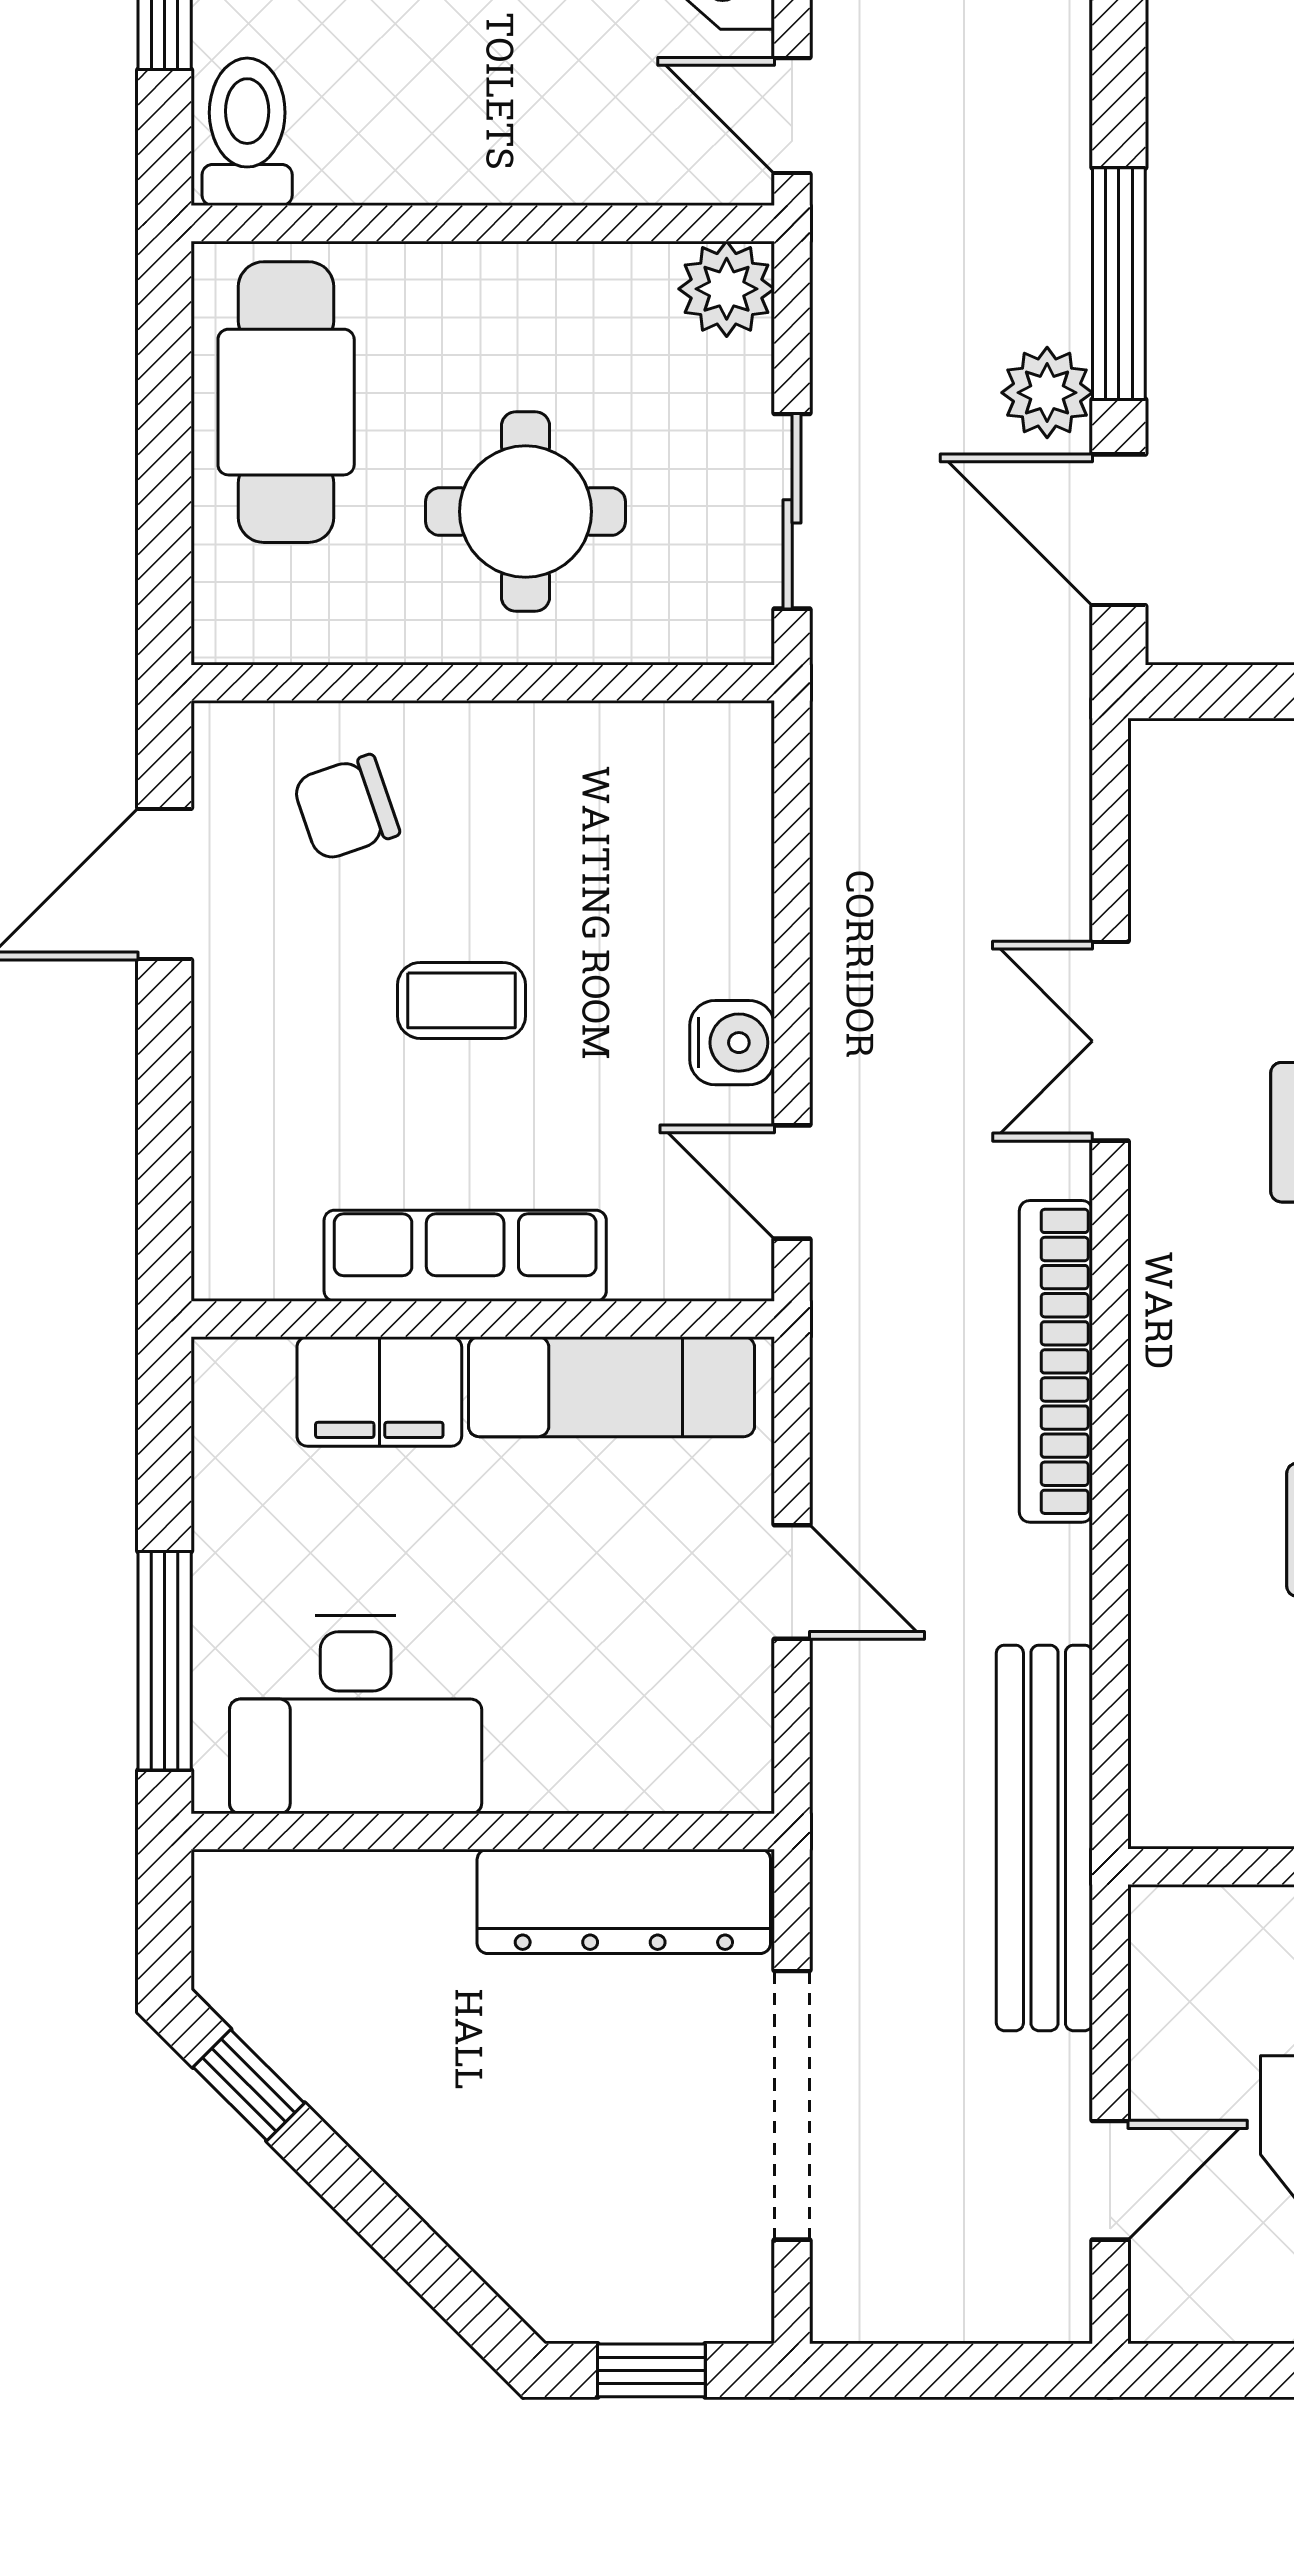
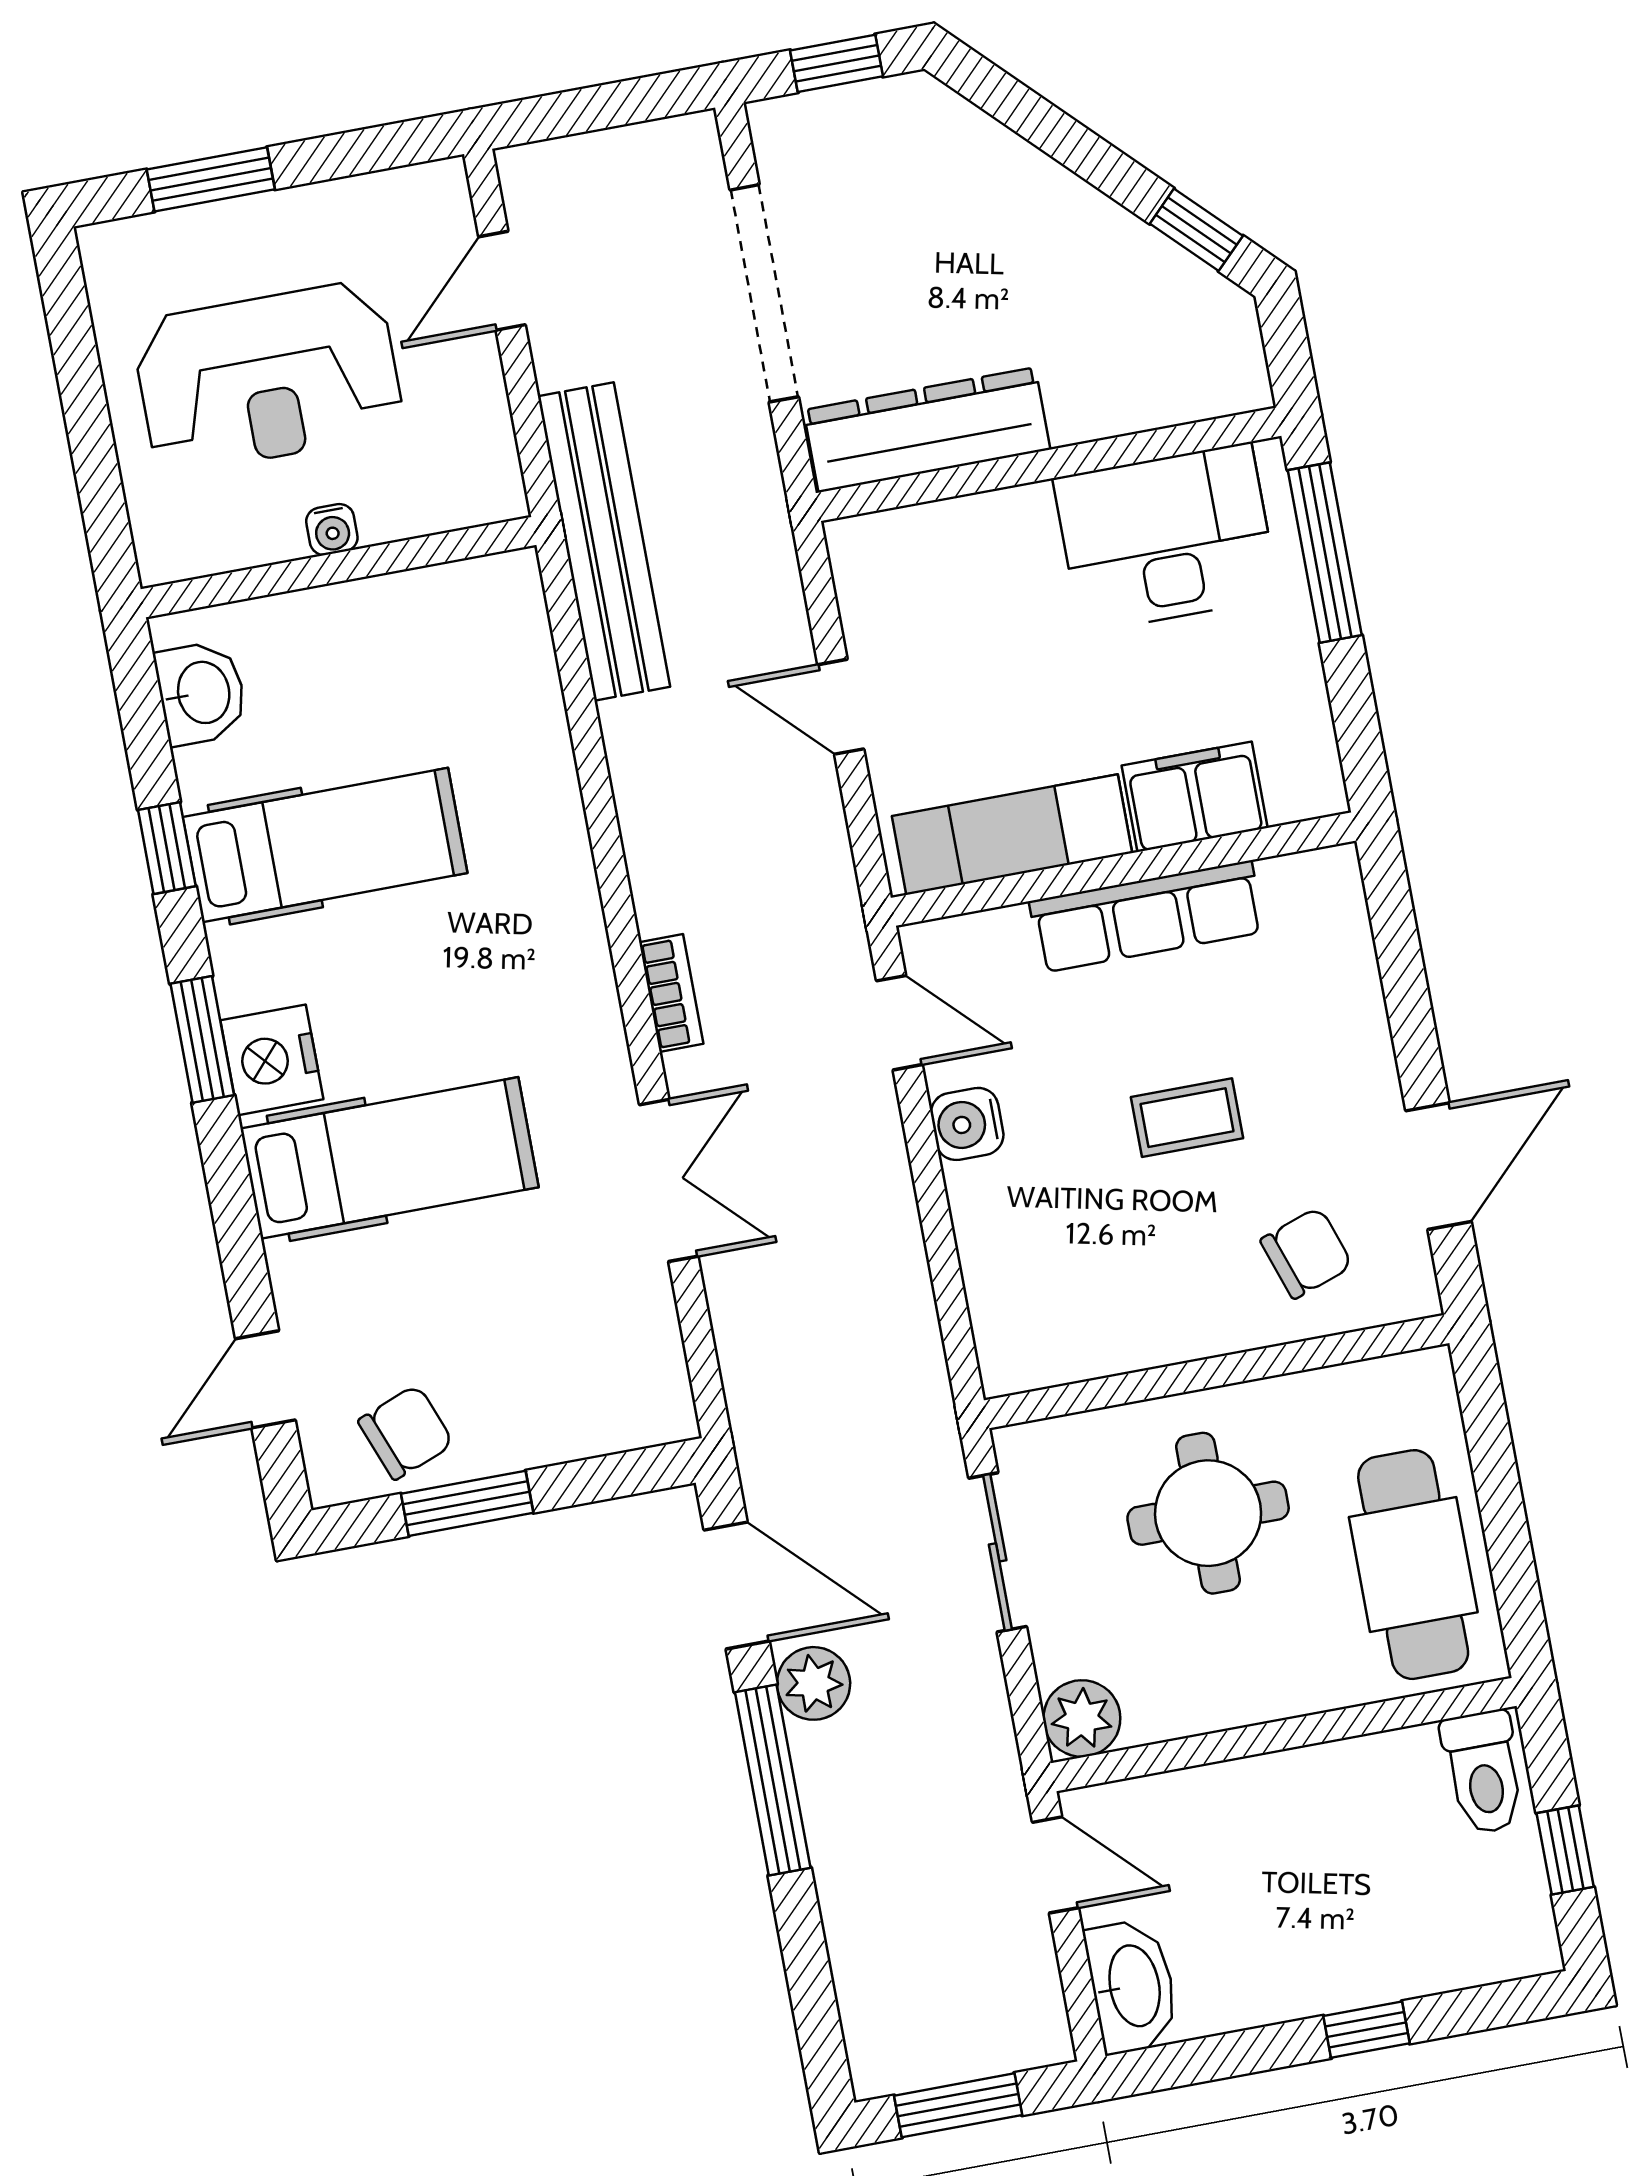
bookcase: (1056, 1361) -> (671, 993), width x0.43, depth x0.76

